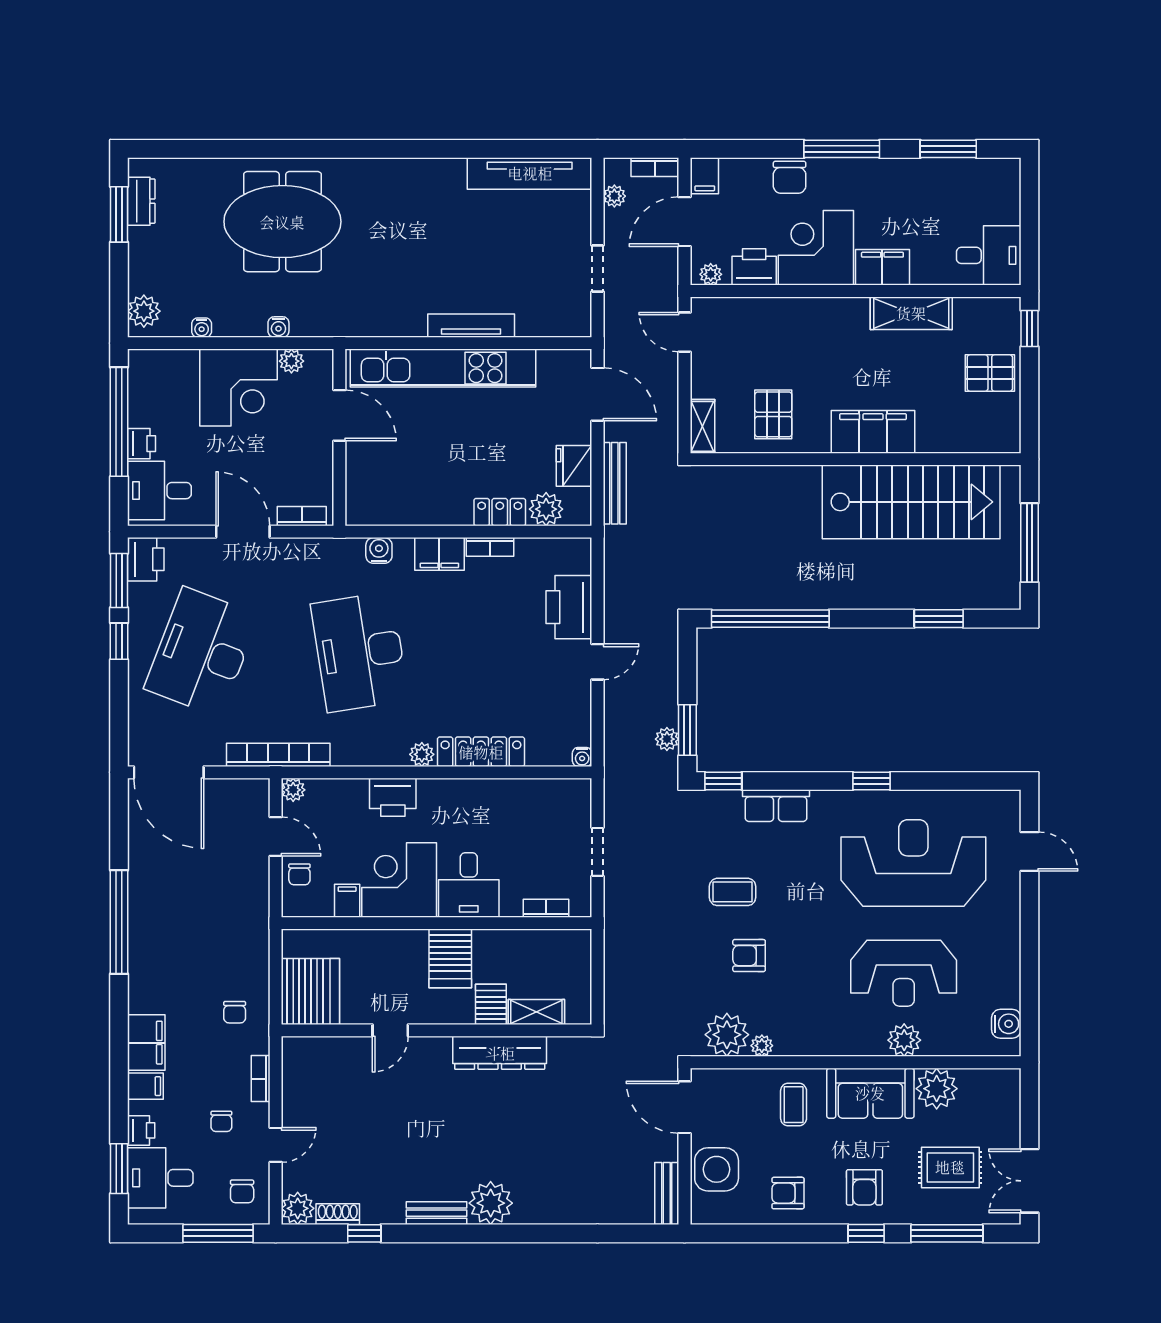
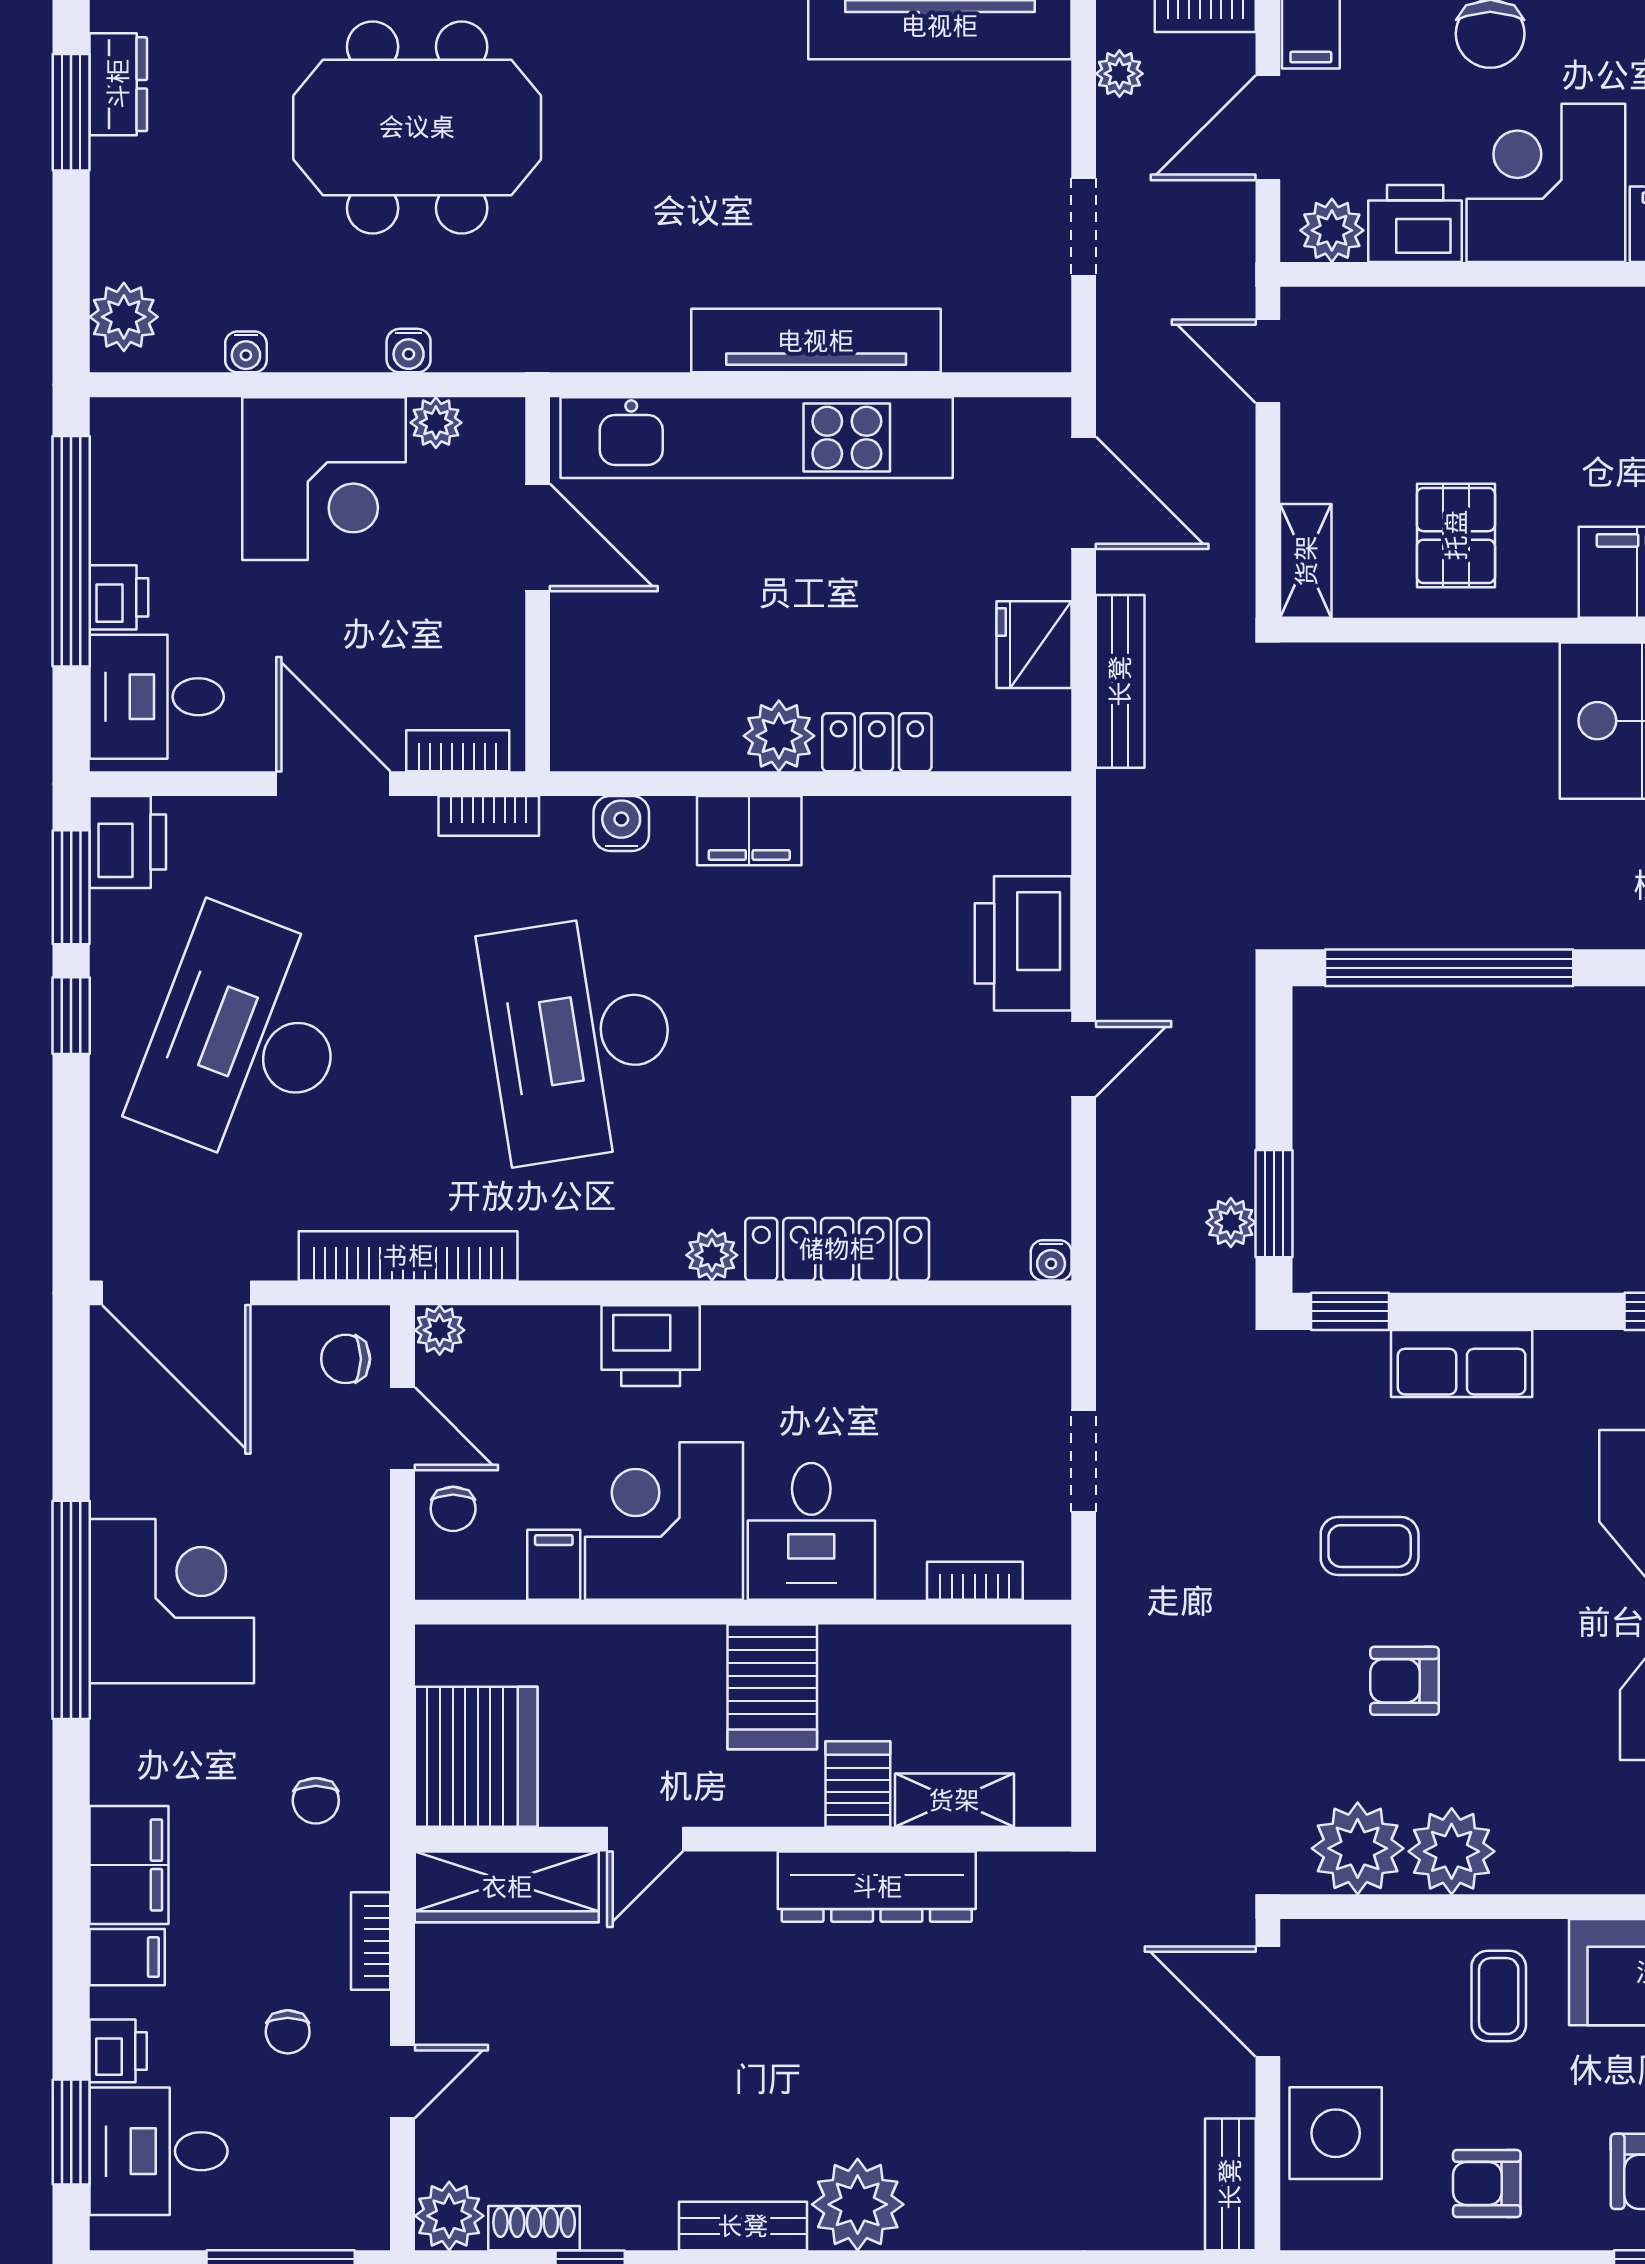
plant: (711, 274) -> (1332, 230), width x1.38, depth x1.38
tv unit: (471, 326) -> (816, 341), width x1.36, depth x1.29
plant: (546, 509) -> (779, 736), moved
bookcase: (490, 547) -> (489, 816), moved
corner desk: (167, 918) -> (172, 1601), added
plant: (762, 1046) -> (1452, 1851), width x1.88, depth x1.88
wardrobe: (325, 1053) -> (507, 1887), added
chair: (242, 1191) -> (346, 1359), moved, turned 90

